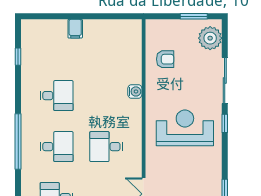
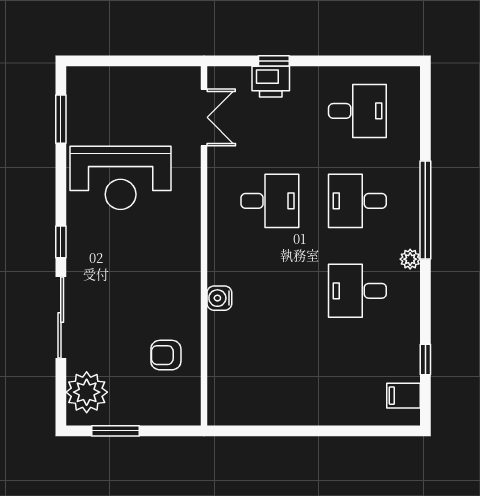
filing cabinet: (75, 29) -> (404, 396), moved, turned -90
plant: (27, 114) -> (410, 259), added
reception desk: (185, 128) -> (121, 178), moved

